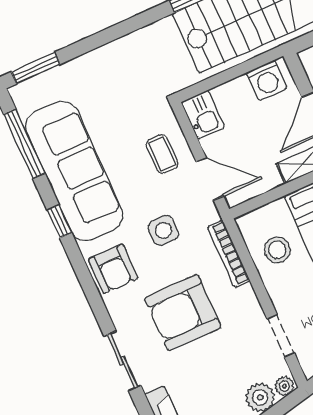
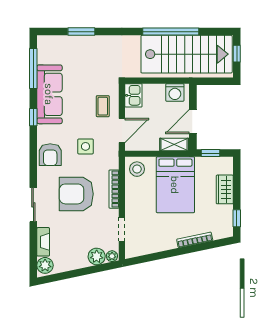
window: (36, 68) -> (81, 32), moved
sofa: (74, 171) -> (49, 94), width x0.74, depth x0.79
door: (210, 179) -> (122, 131), hinge flipped
stool: (277, 250) -> (137, 169), moved
bookcase: (229, 254) -> (114, 189), moved

